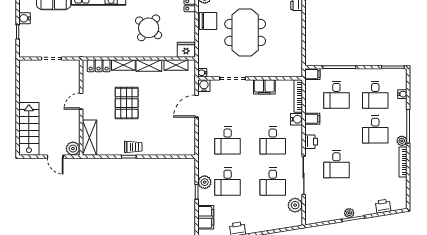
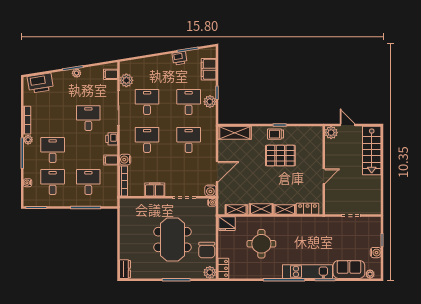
chair: (208, 21) -> (207, 250), turned -90
round table: (149, 28) -> (261, 244), turned -38
filing cabinet: (312, 74) -> (110, 74), moved
pallet: (127, 103) -> (280, 156), moved, turned 90
shelving: (89, 138) -> (235, 133), moved, turned 90
printer: (383, 206) -> (40, 83), width x1.87, depth x1.48

